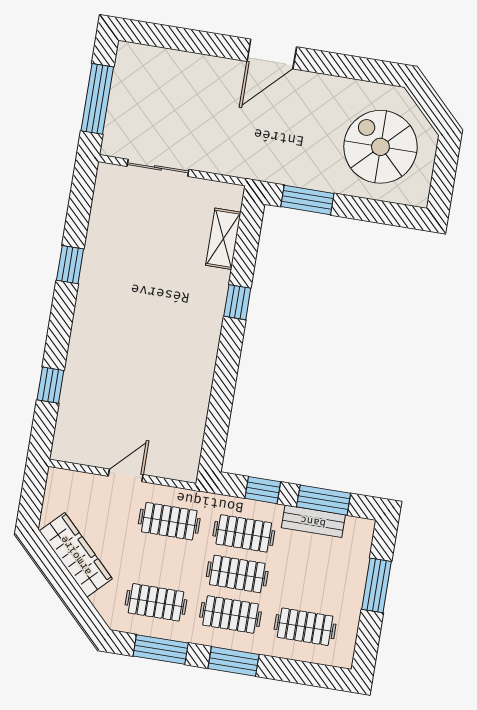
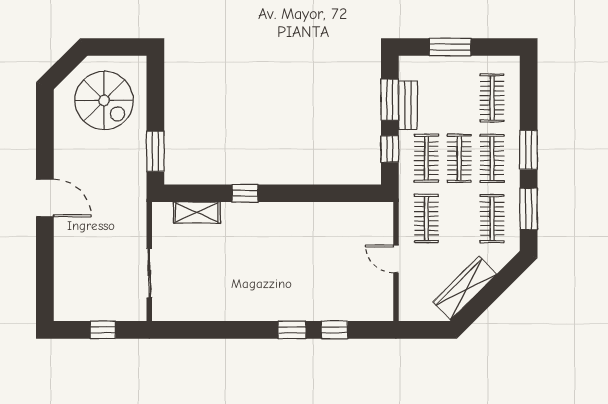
window: (97, 99) -> (103, 330), width x0.46
spiral stairs: (380, 147) -> (104, 100), turned -90
window: (70, 265) -> (292, 330), moved

